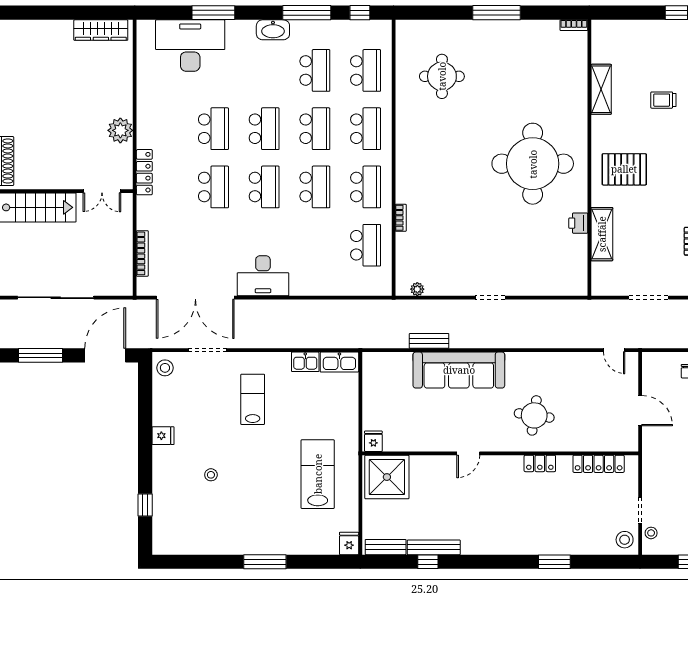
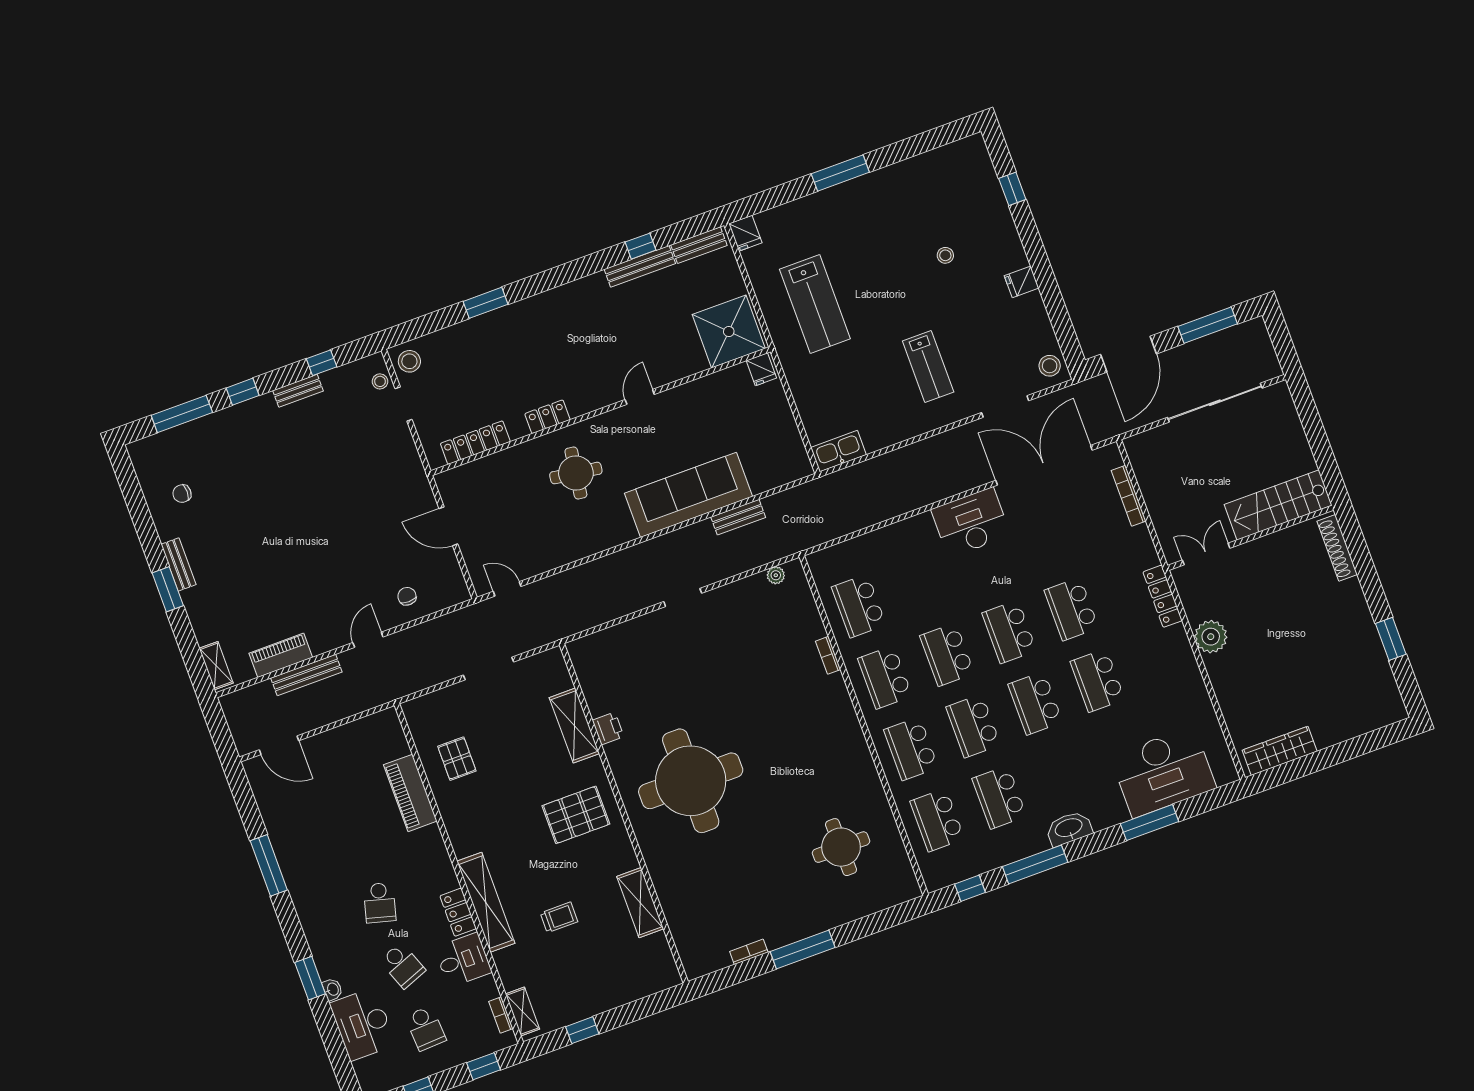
bookcase: (574, 25) -> (749, 952), moved
kitchen sink: (305, 362) -> (880, 436), removed

